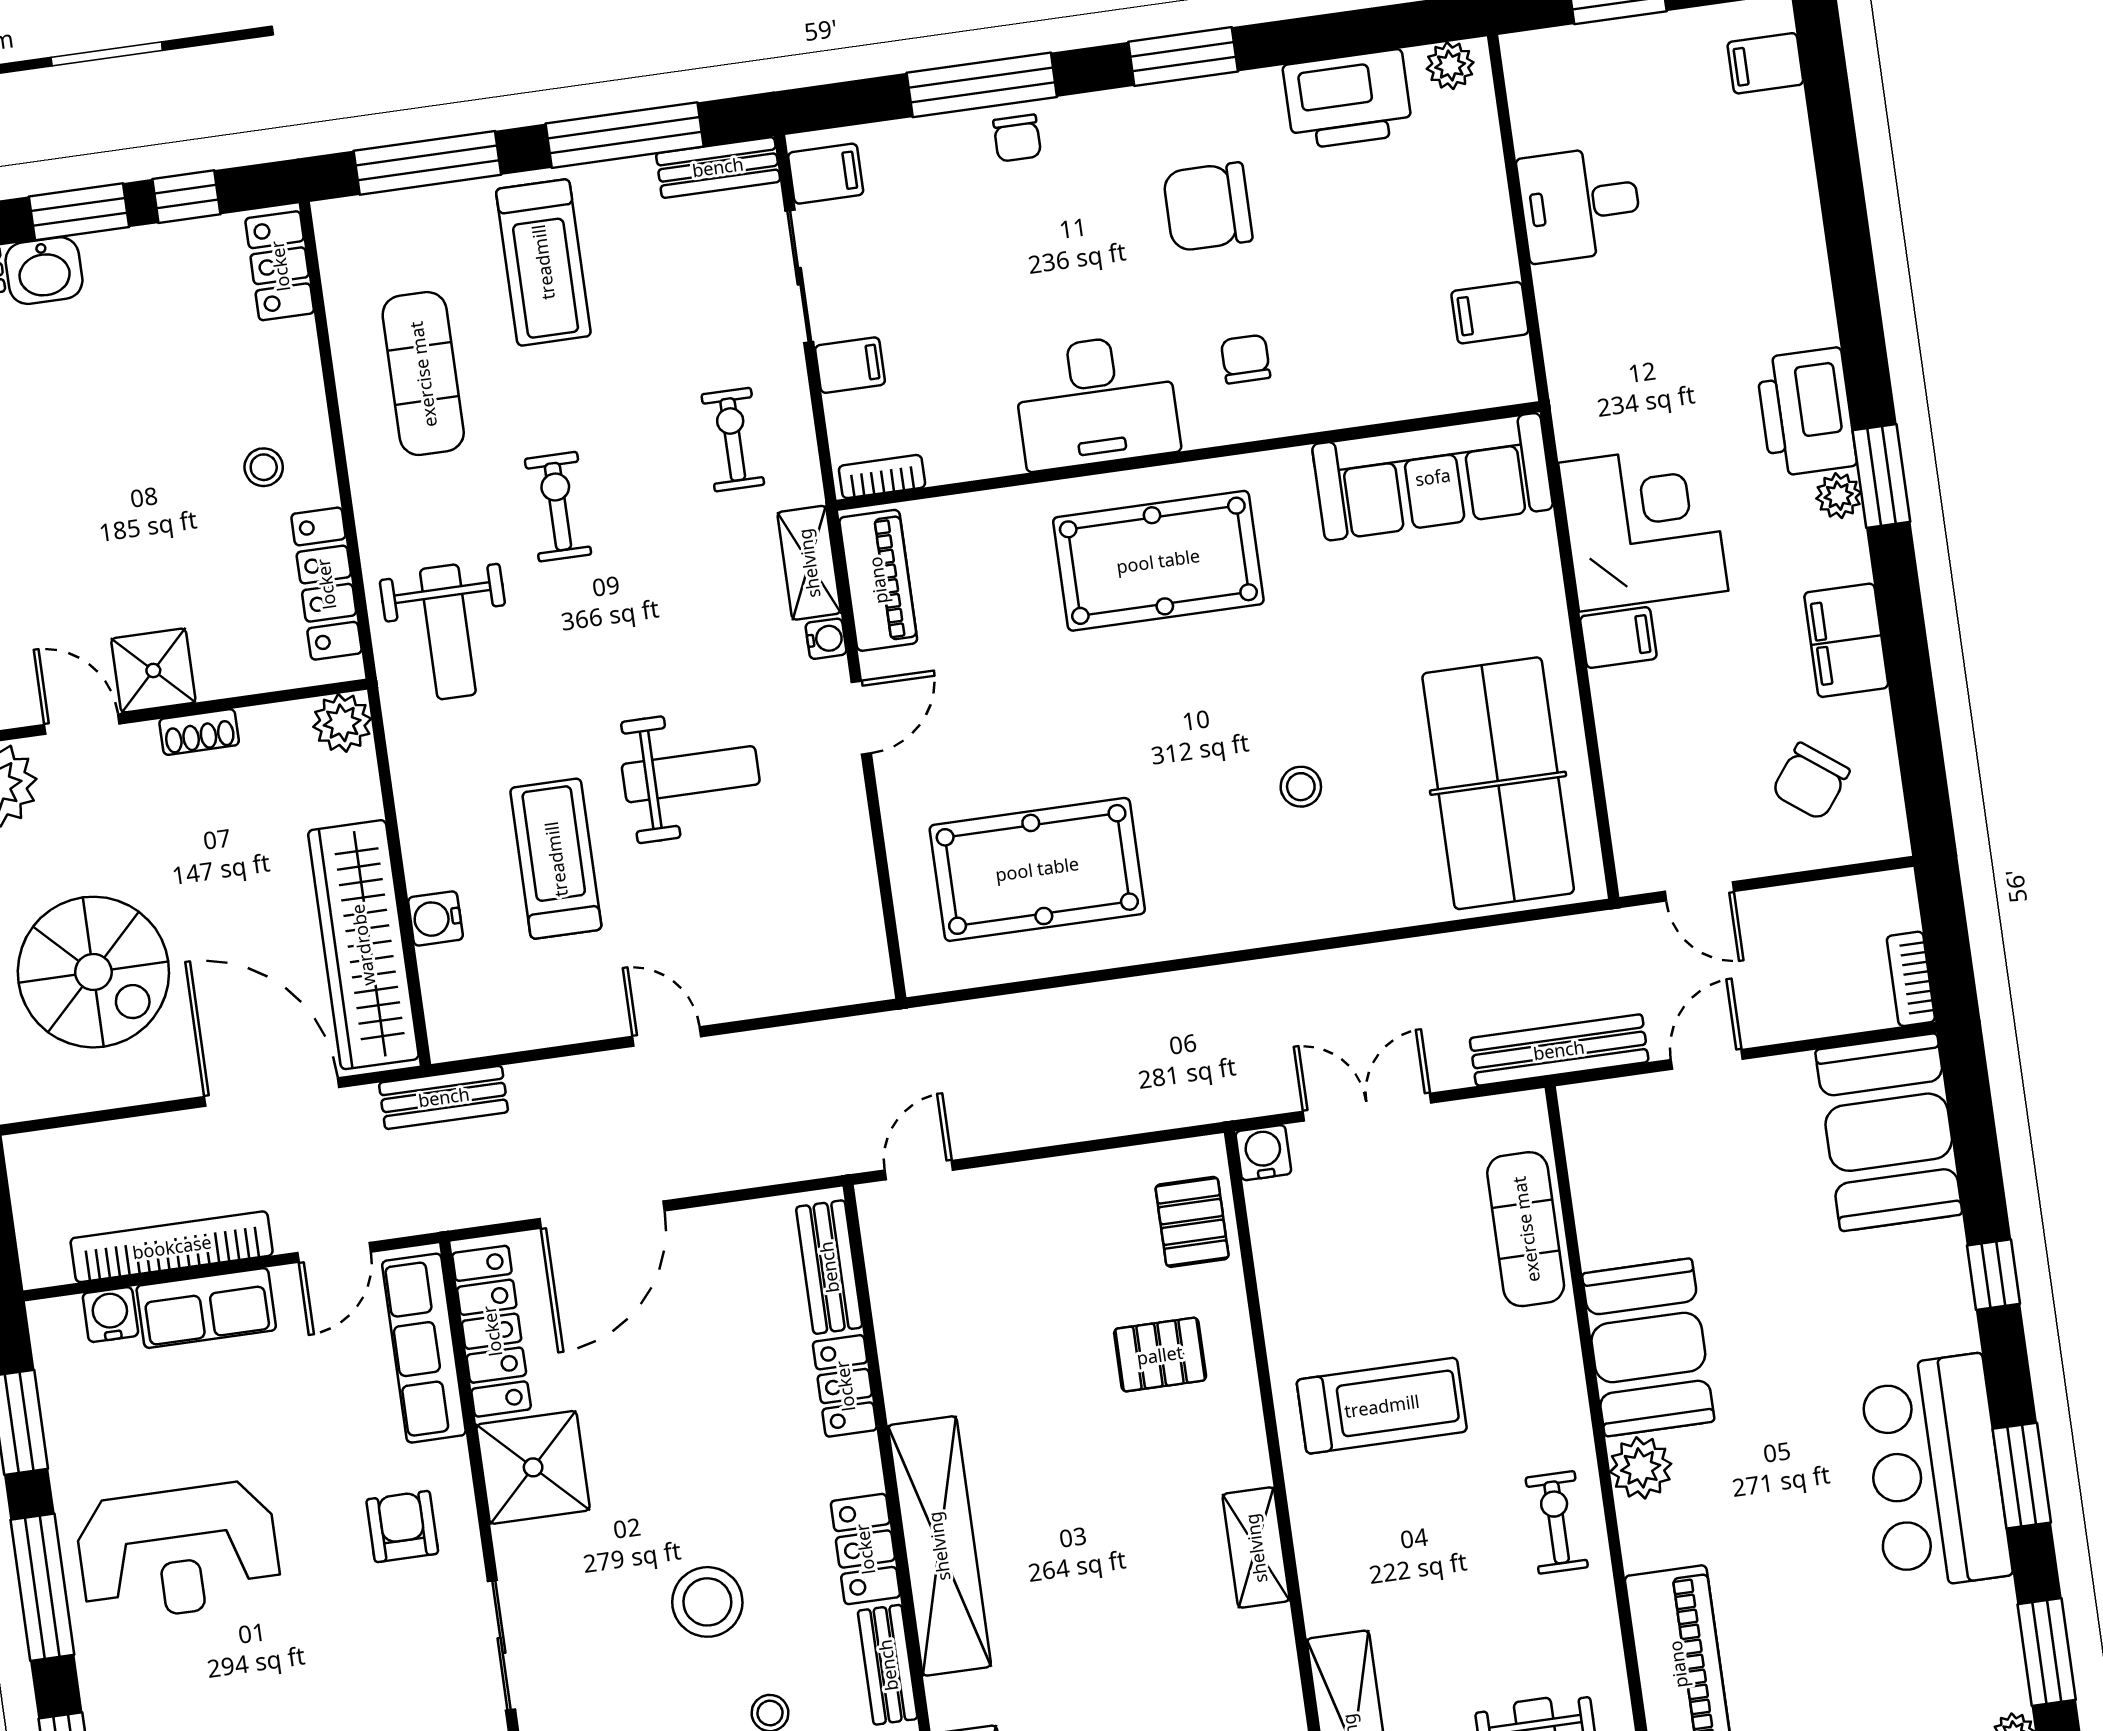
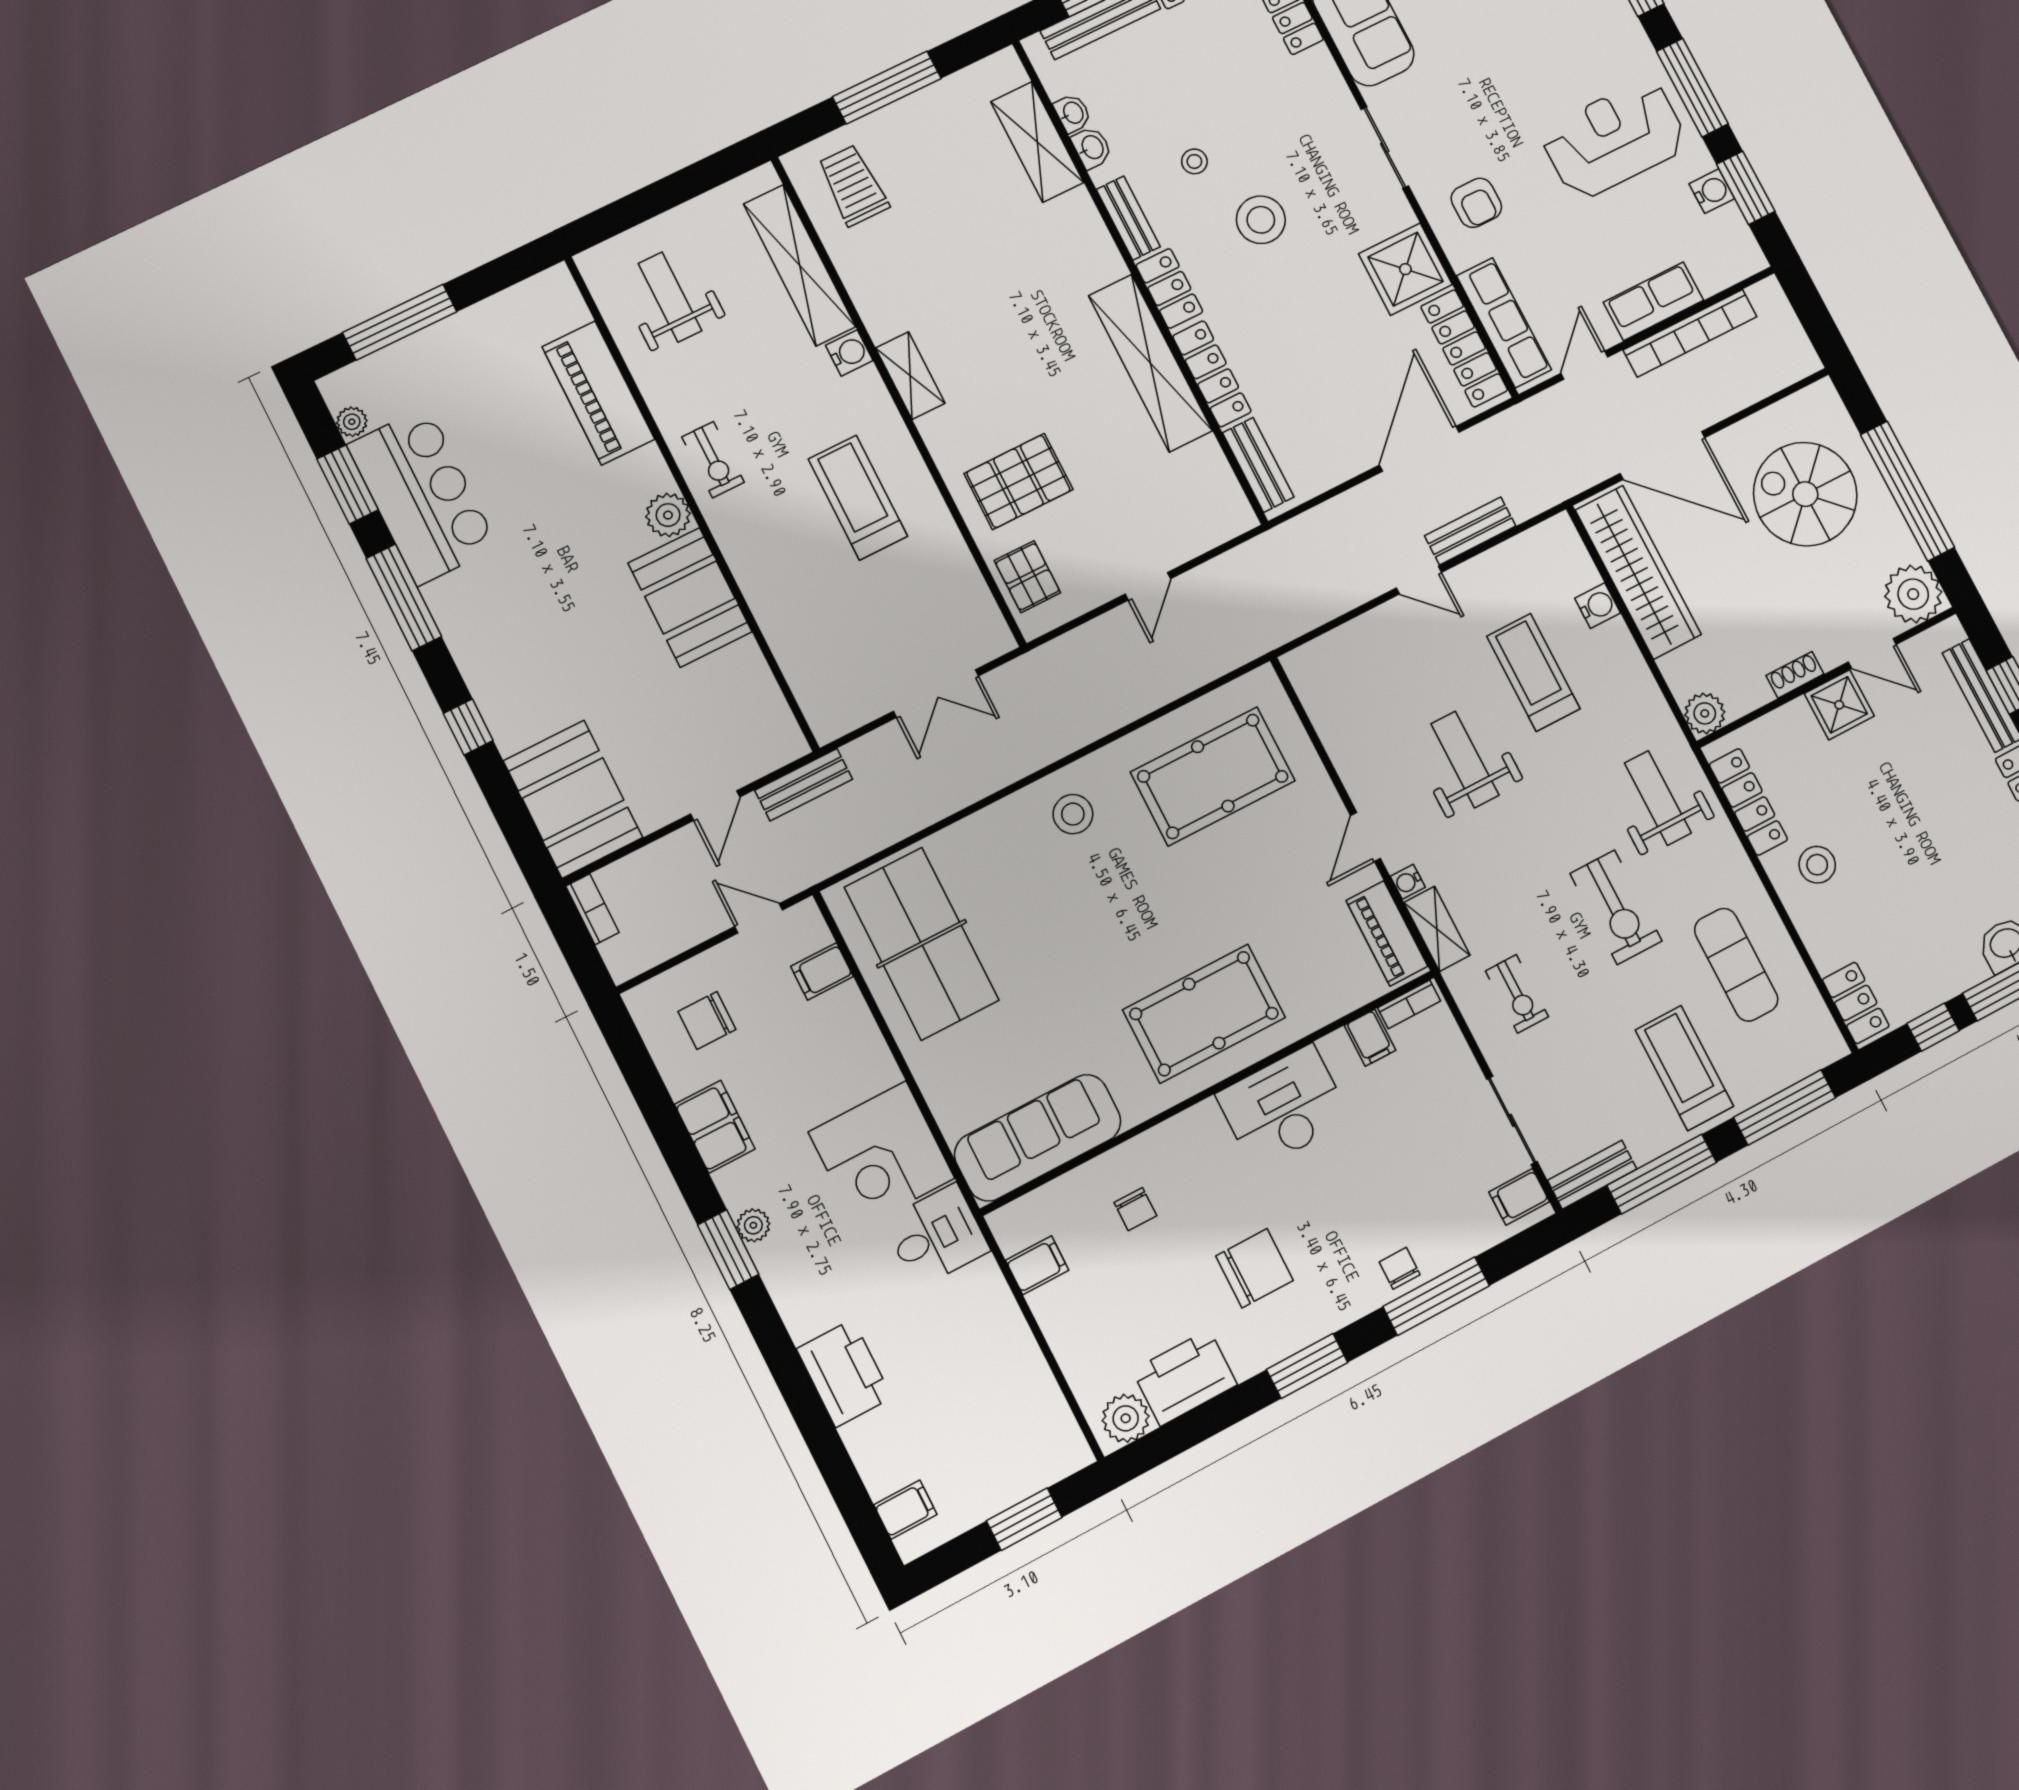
plant: (1450, 66) -> (1126, 1418), width x1.38, depth x1.38
desk: (1580, 204) -> (937, 1236), moved
chair: (1246, 359) -> (1135, 1209), moved
filing cabinet: (850, 365) -> (1370, 1038), moved, turned -90
printer: (1806, 412) -> (844, 1373), moved
stool: (264, 467) -> (1817, 865), width x1.37, depth x1.37
exercise bike: (558, 507) -> (1616, 907), width x1.38, depth x1.39
filing cabinet: (1618, 638) -> (822, 971), moved
weight bench: (691, 774) -> (1465, 760), turned 90
chair: (1811, 782) -> (707, 1020), turned -127
stool: (1301, 787) -> (1073, 814), moved, width x1.37, depth x1.37
treadmill: (556, 859) -> (1533, 672), turned 180
bench: (1559, 1050) -> (804, 785), width x0.73
bench: (444, 1097) -> (1470, 531), moved
water cooler: (1263, 1153) -> (849, 353), moved, turned -90
door: (919, 1170) -> (1148, 586), moved
exercise mat: (1526, 1229) -> (800, 649), removed
water cooler: (110, 1315) -> (1712, 191), moved, turned -90
pallet: (1160, 1355) -> (1018, 481), width x1.50, depth x1.42
locker: (845, 1386) -> (1212, 374), width x1.53
treadmill: (1382, 1406) -> (858, 498), turned 90
bar counter: (1936, 1472) -> (422, 496), moved
window: (2022, 1476) -> (404, 597), width x1.44
shelving: (939, 1546) -> (1150, 363), moved

